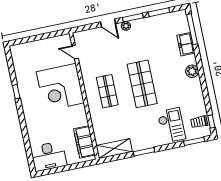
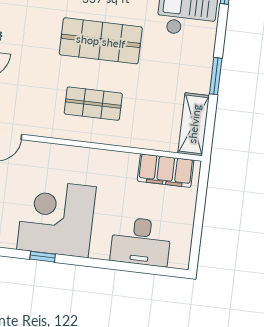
corner desk: (60, 87) -> (57, 218), moved, turned 180
desk: (49, 156) -> (141, 242), moved, turned 90

